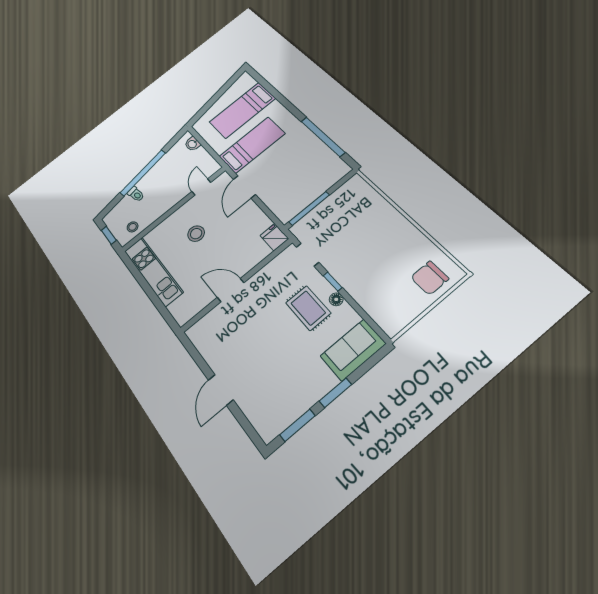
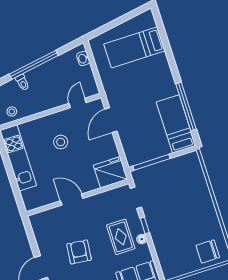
bed: (252, 145) -> (176, 124), moved, turned -90
fridge: (274, 237) -> (110, 172), width x1.88, depth x1.34
armchair: (262, 349) -> (79, 252), added

